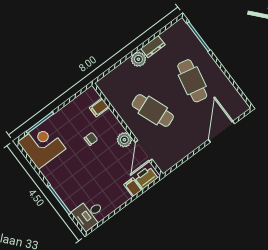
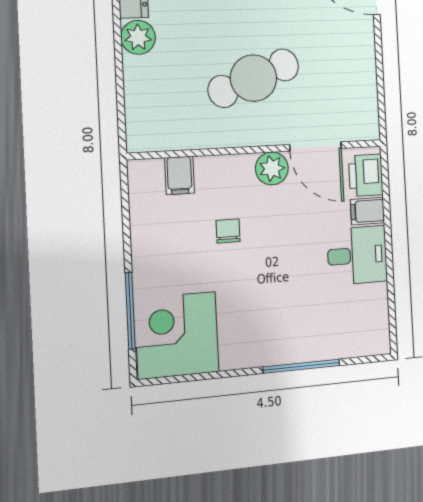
desk: (89, 214) -> (357, 255), moved, turned -90

